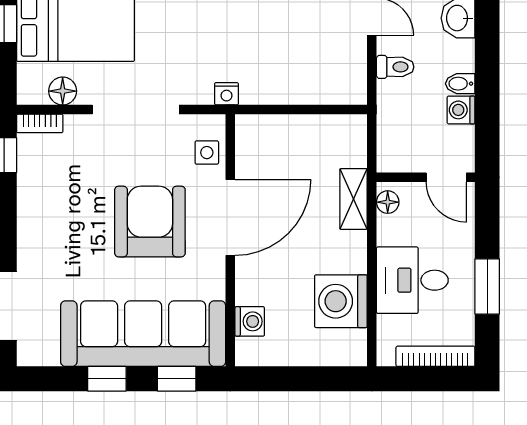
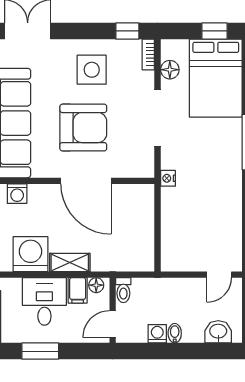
toilet: (395, 67) -> (123, 290), moved
side table: (207, 153) -> (92, 70), moved, width x1.87, depth x1.87
shelving: (354, 199) -> (70, 262), moved
filing cabinet: (396, 230) -> (78, 290), added

